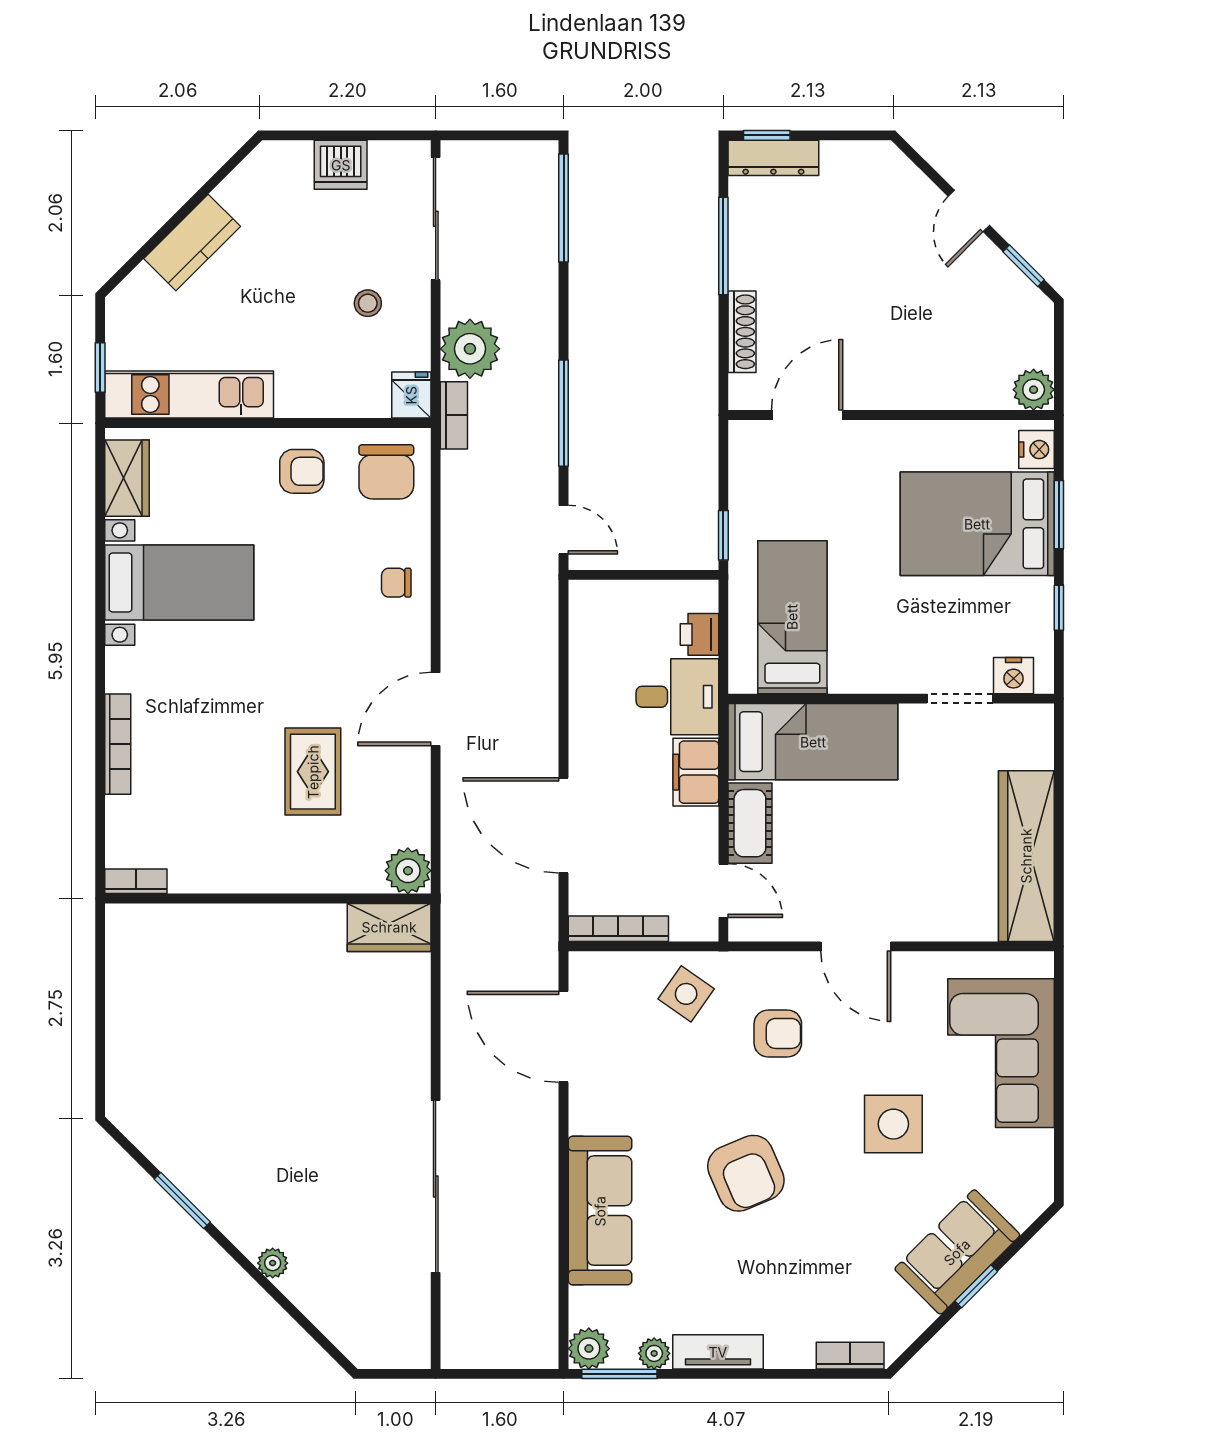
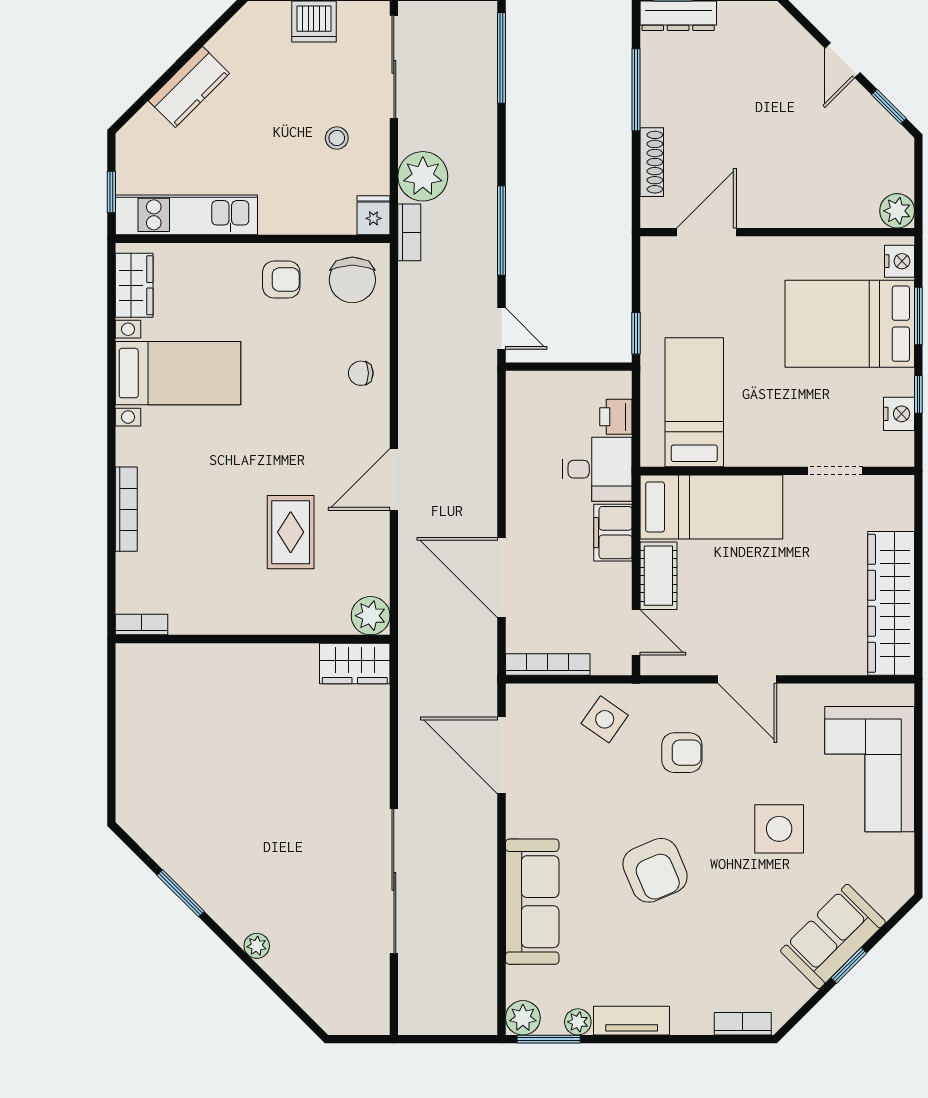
nightstand: (1013, 676) -> (899, 414), moved, turned -90

